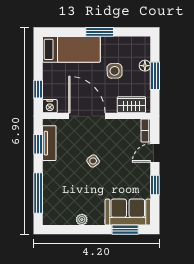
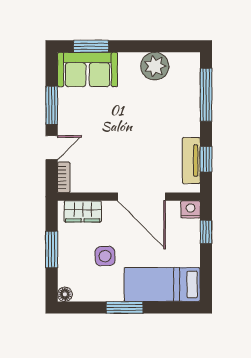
floor lamp: (145, 66) -> (65, 294), moved
side table: (93, 161) -> (133, 137), removed
window: (155, 185) -> (52, 105), width x1.50
plant: (82, 220) -> (155, 66), width x1.88, depth x1.88

